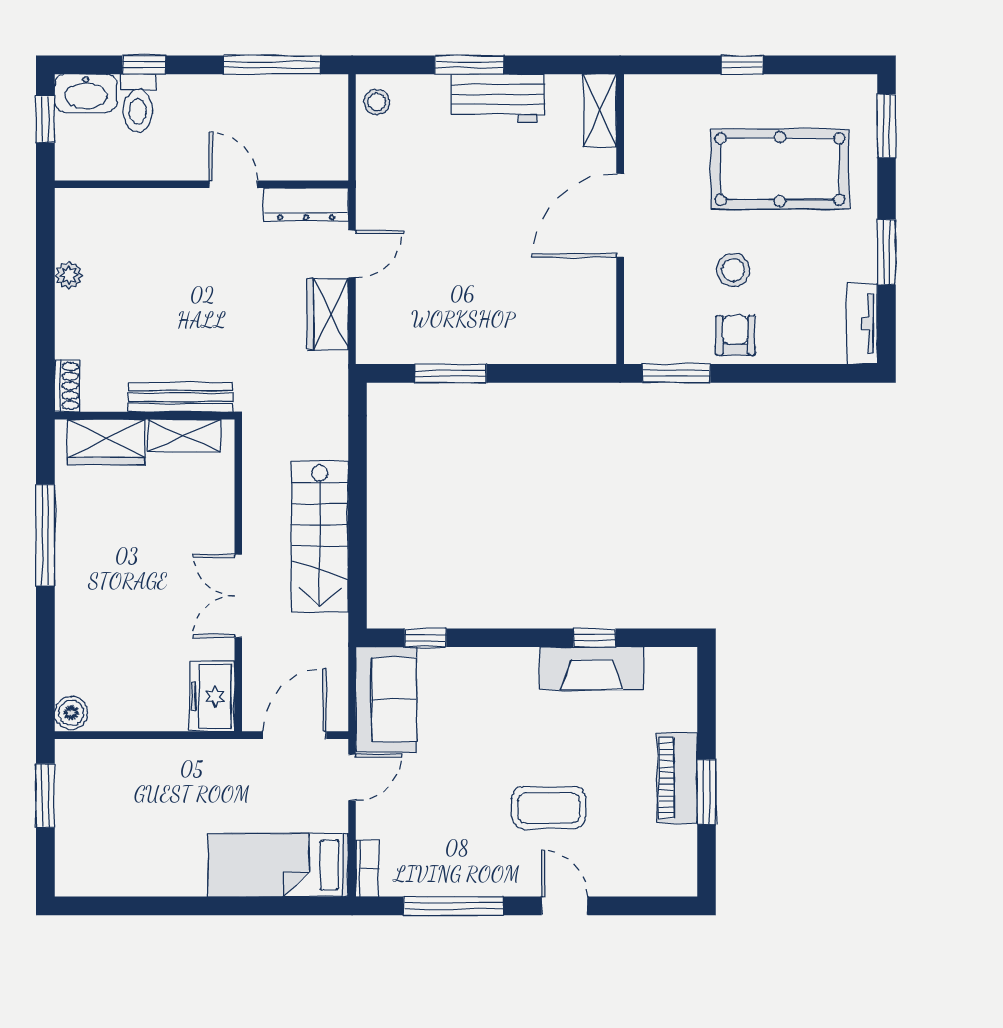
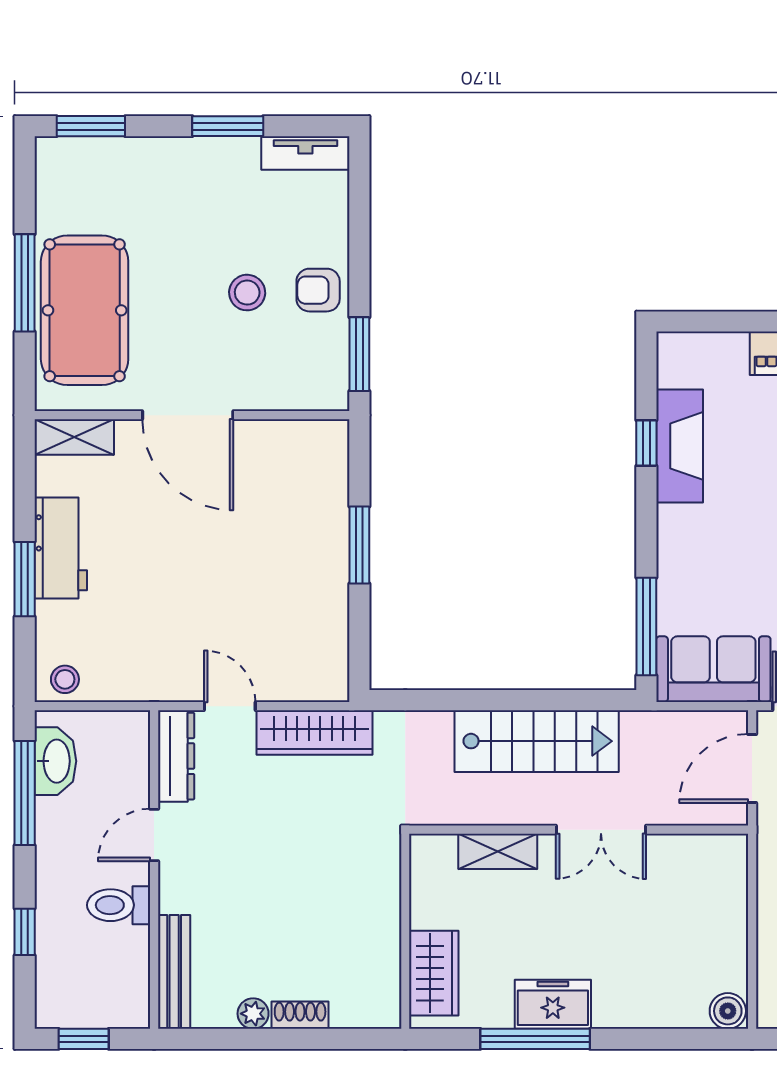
window: (742, 65) -> (25, 283), width x2.17
washbasin: (86, 93) -> (55, 761), moved
toilet: (138, 103) -> (119, 905), moved, turned 180
pool table: (780, 169) -> (85, 310), moved
wardrobe: (328, 314) -> (314, 733), width x1.50
window: (451, 373) -> (359, 545), moved
shoe rack: (67, 386) -> (300, 1015), moved
bench: (181, 397) -> (174, 972), moved
shelving: (184, 436) -> (498, 851), moved, turned 90
window: (425, 638) -> (646, 627), width x2.17
freezer: (212, 696) -> (553, 1004), moved, turned 180
door: (295, 735) -> (752, 768), hinge flipped

